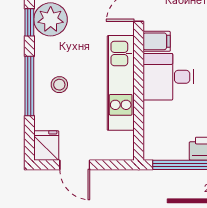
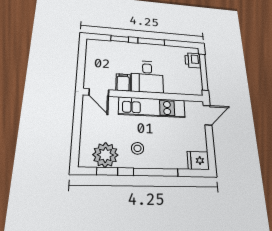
stool: (59, 85) -> (138, 148), moved
door: (75, 165) -> (208, 115), moved

